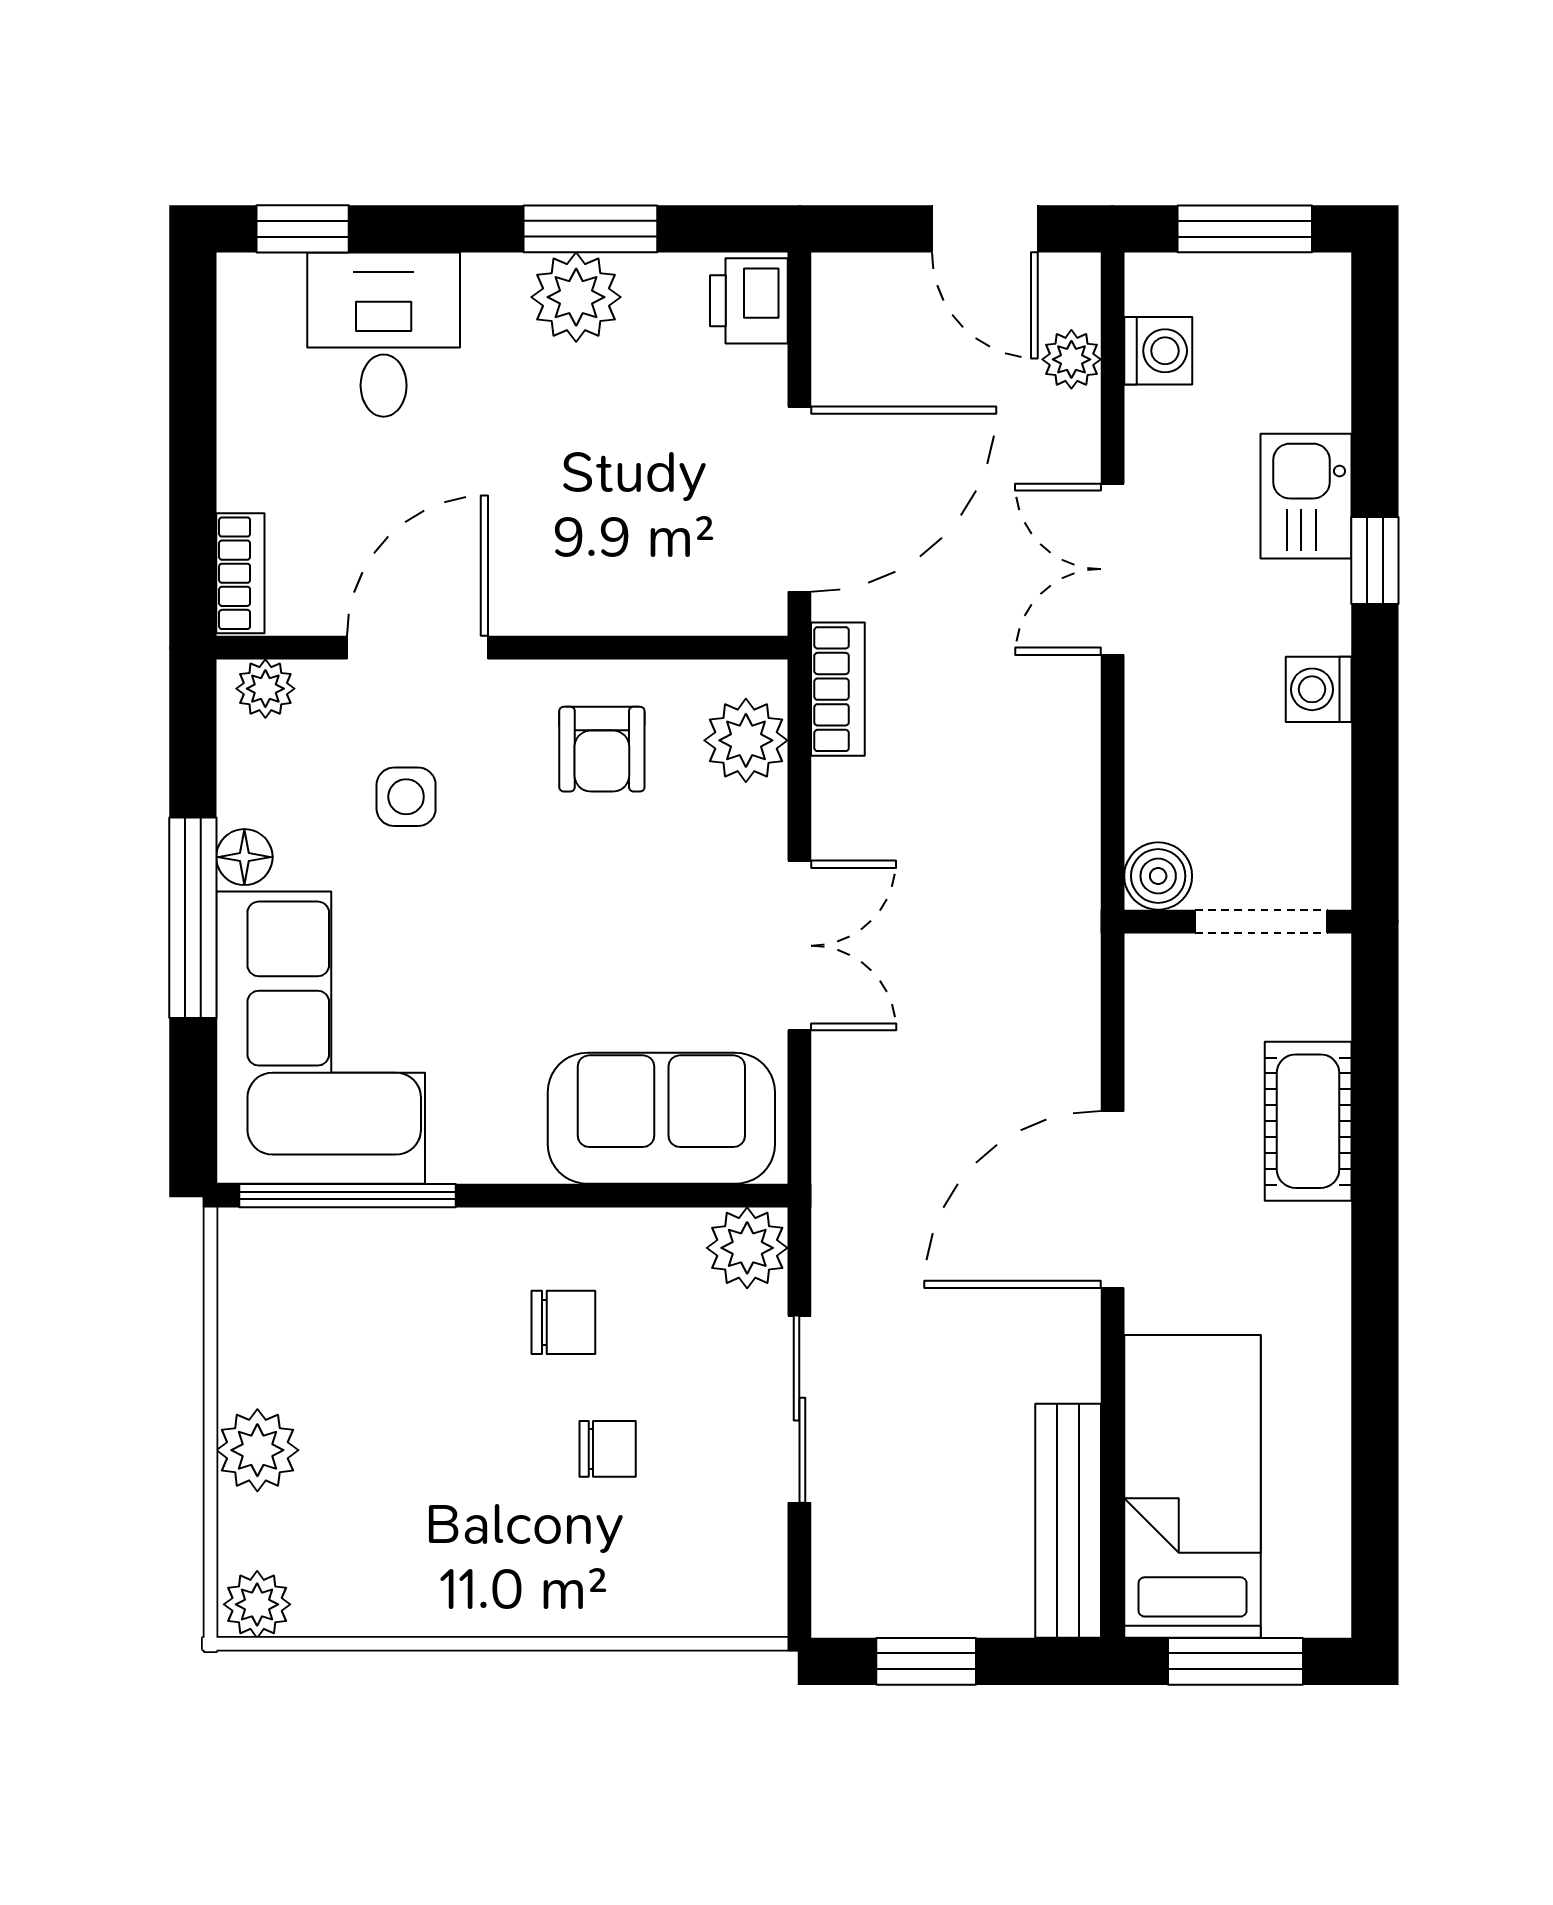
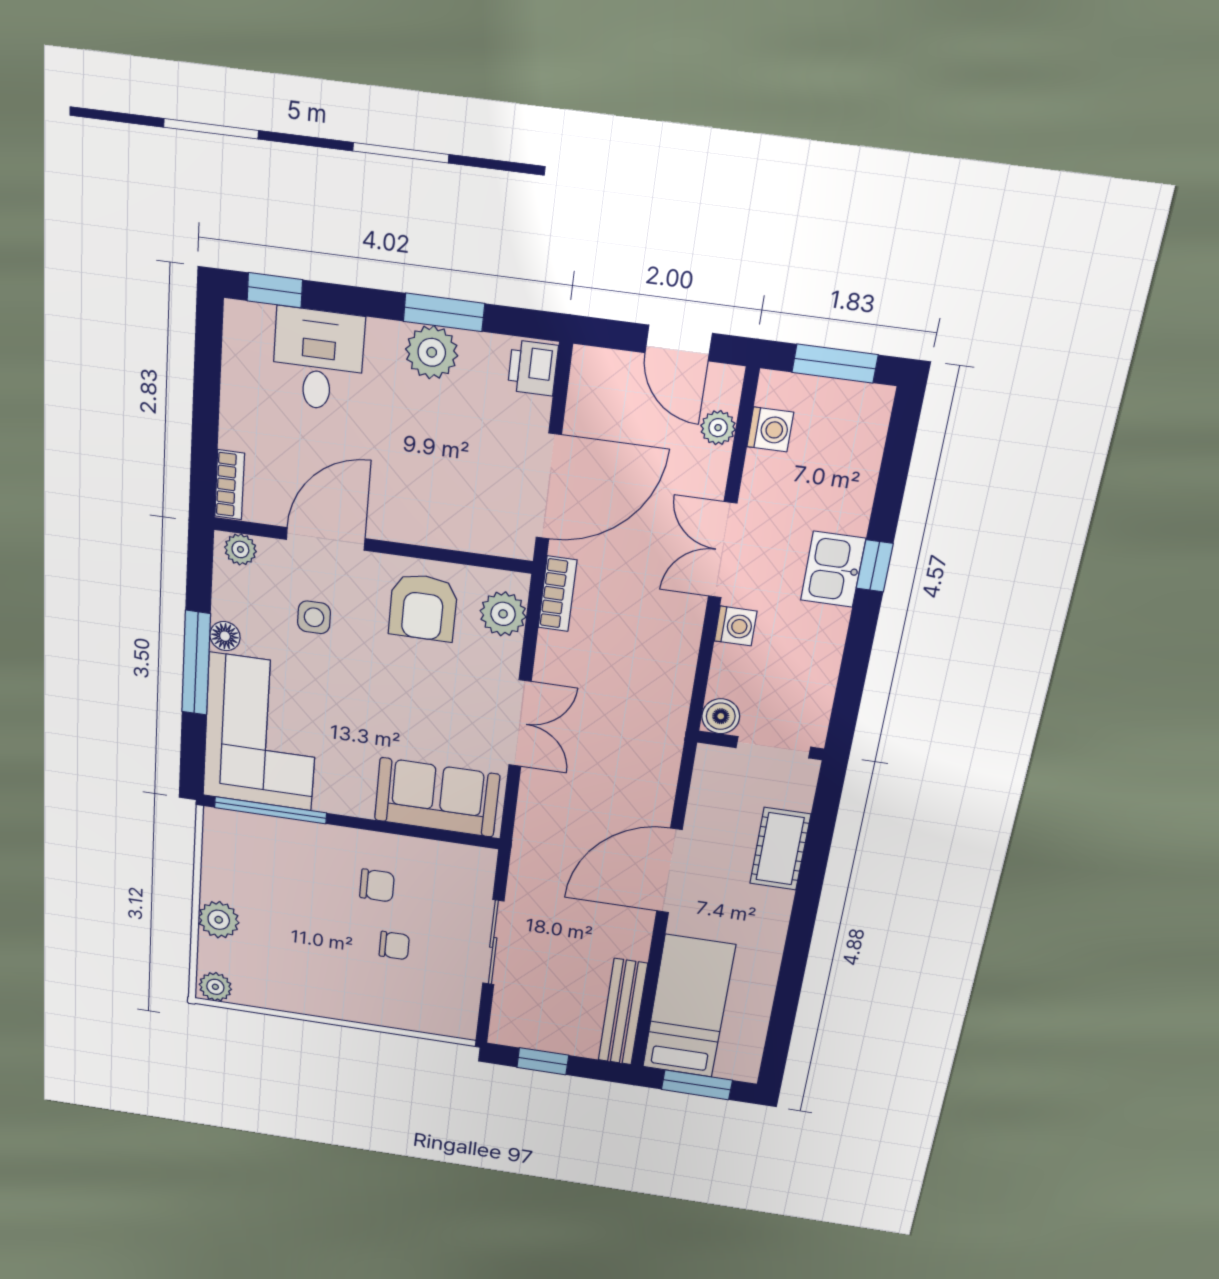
kitchen sink: (1306, 496) -> (833, 569), moved
washing machine: (1319, 689) -> (736, 626), moved, turned 180
armchair: (602, 749) -> (423, 607), width x1.38, depth x1.38
plant: (747, 1248) -> (475, 865), removed

